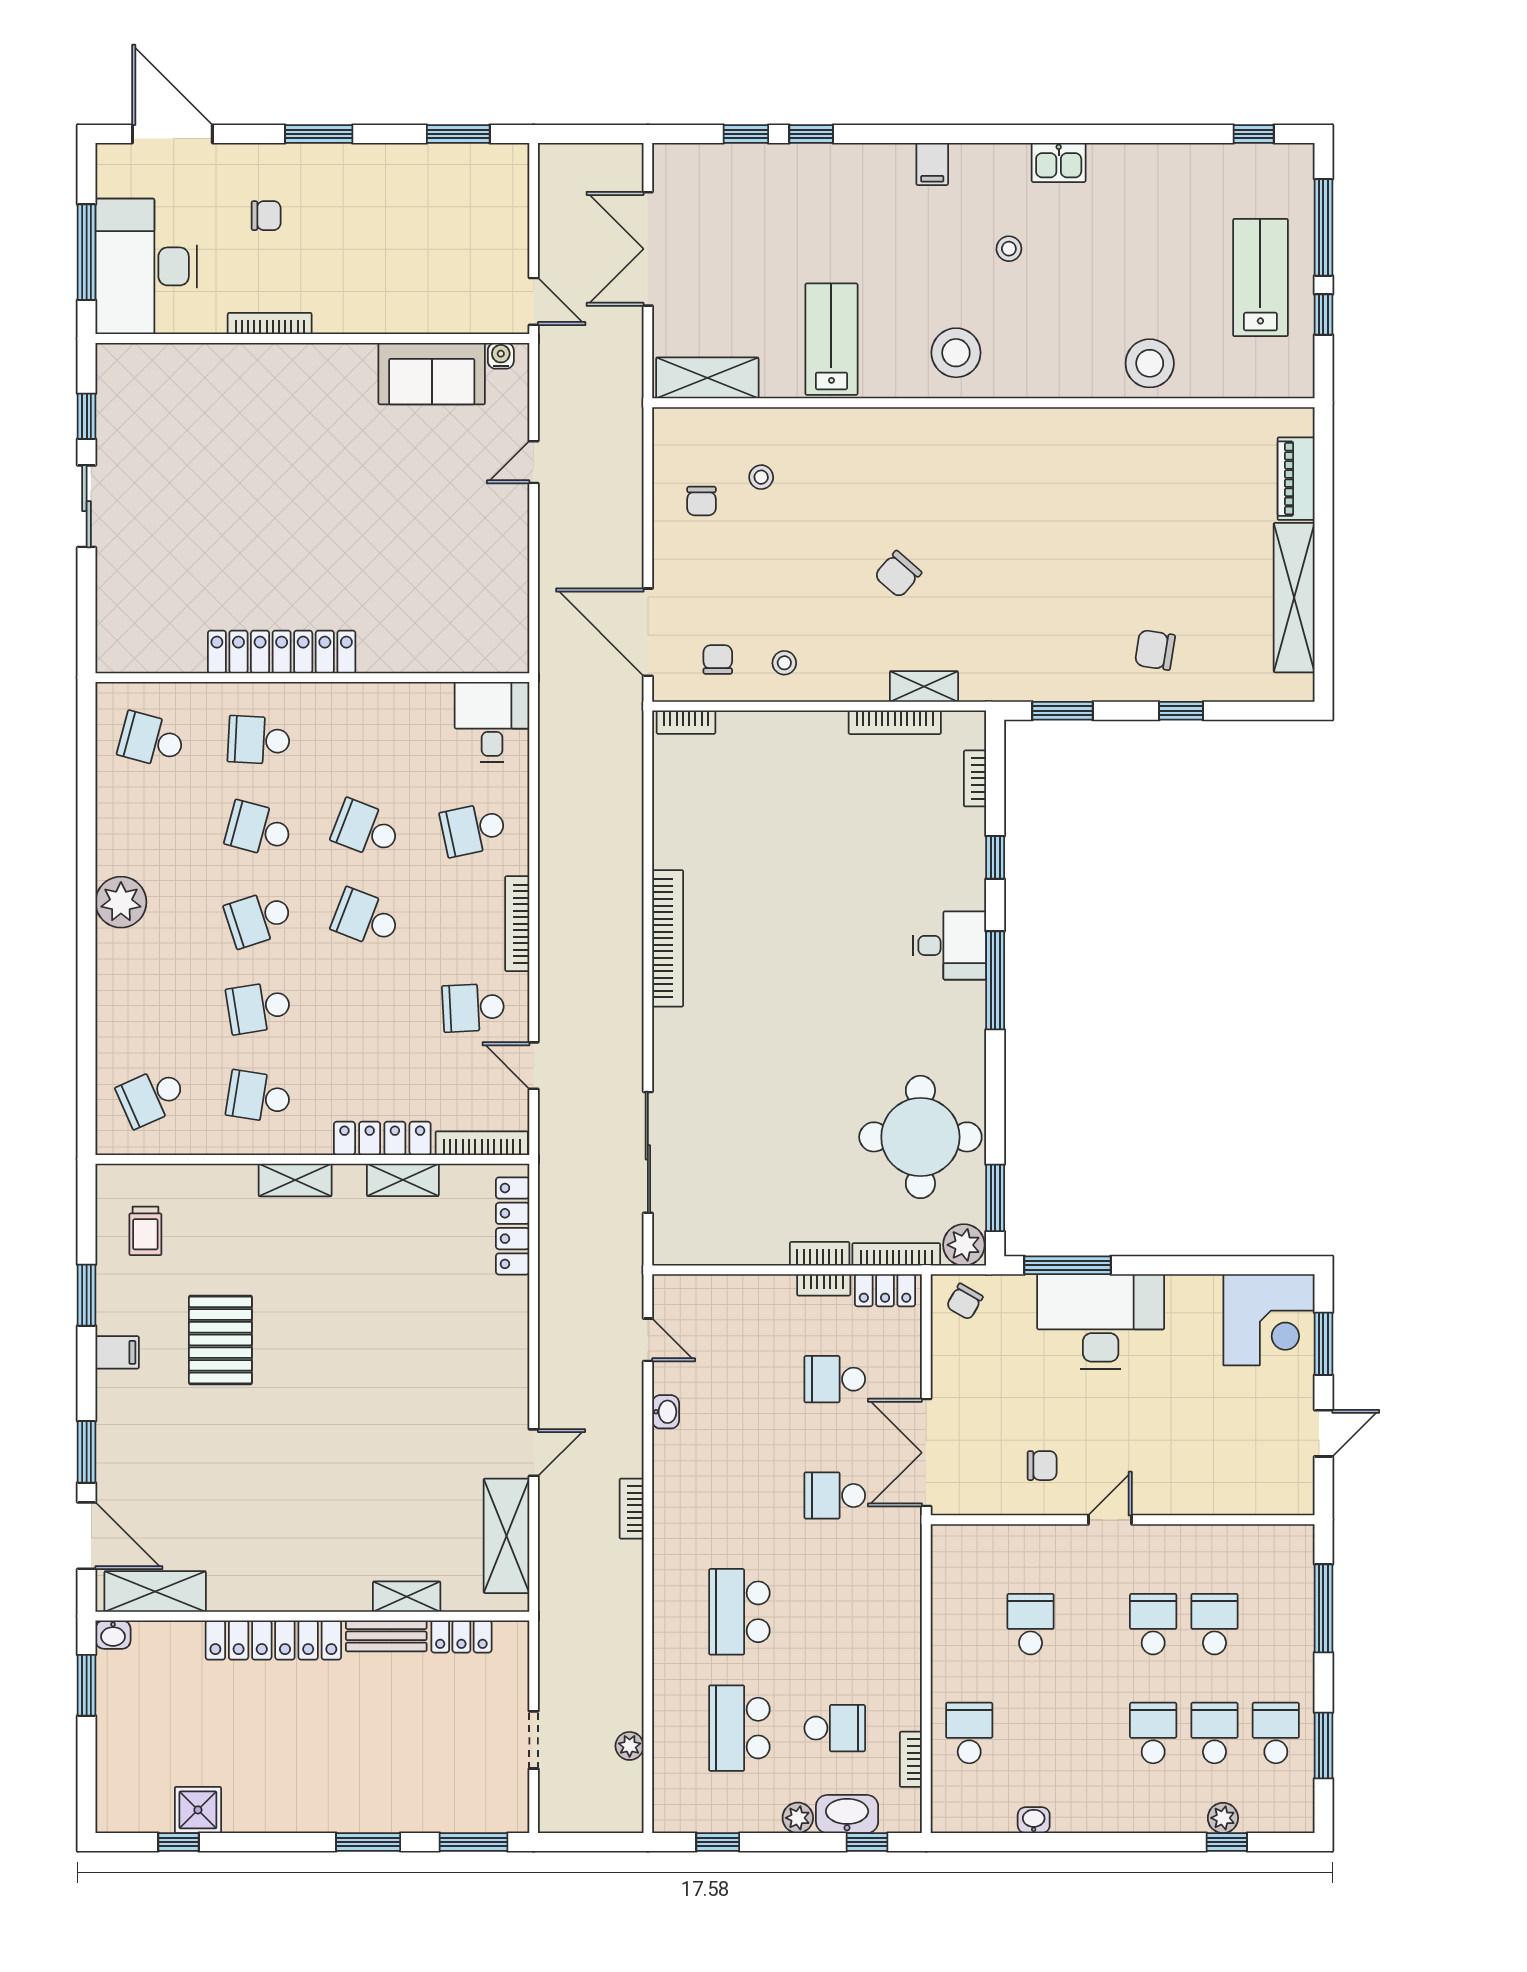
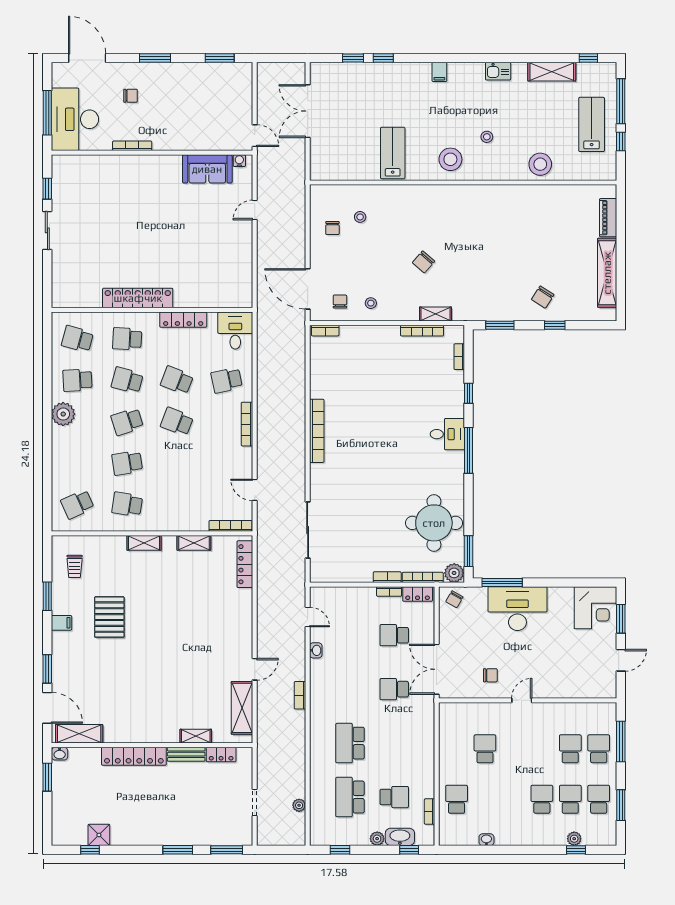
stool: (1009, 249) -> (487, 137), moved
shelving: (707, 378) -> (552, 72), moved
chair: (1155, 650) -> (543, 297), turned -66
school desk: (473, 1008) -> (77, 380), moved
locker: (382, 1138) -> (183, 320), moved, turned 180
school desk: (1153, 1624) -> (599, 749), moved

